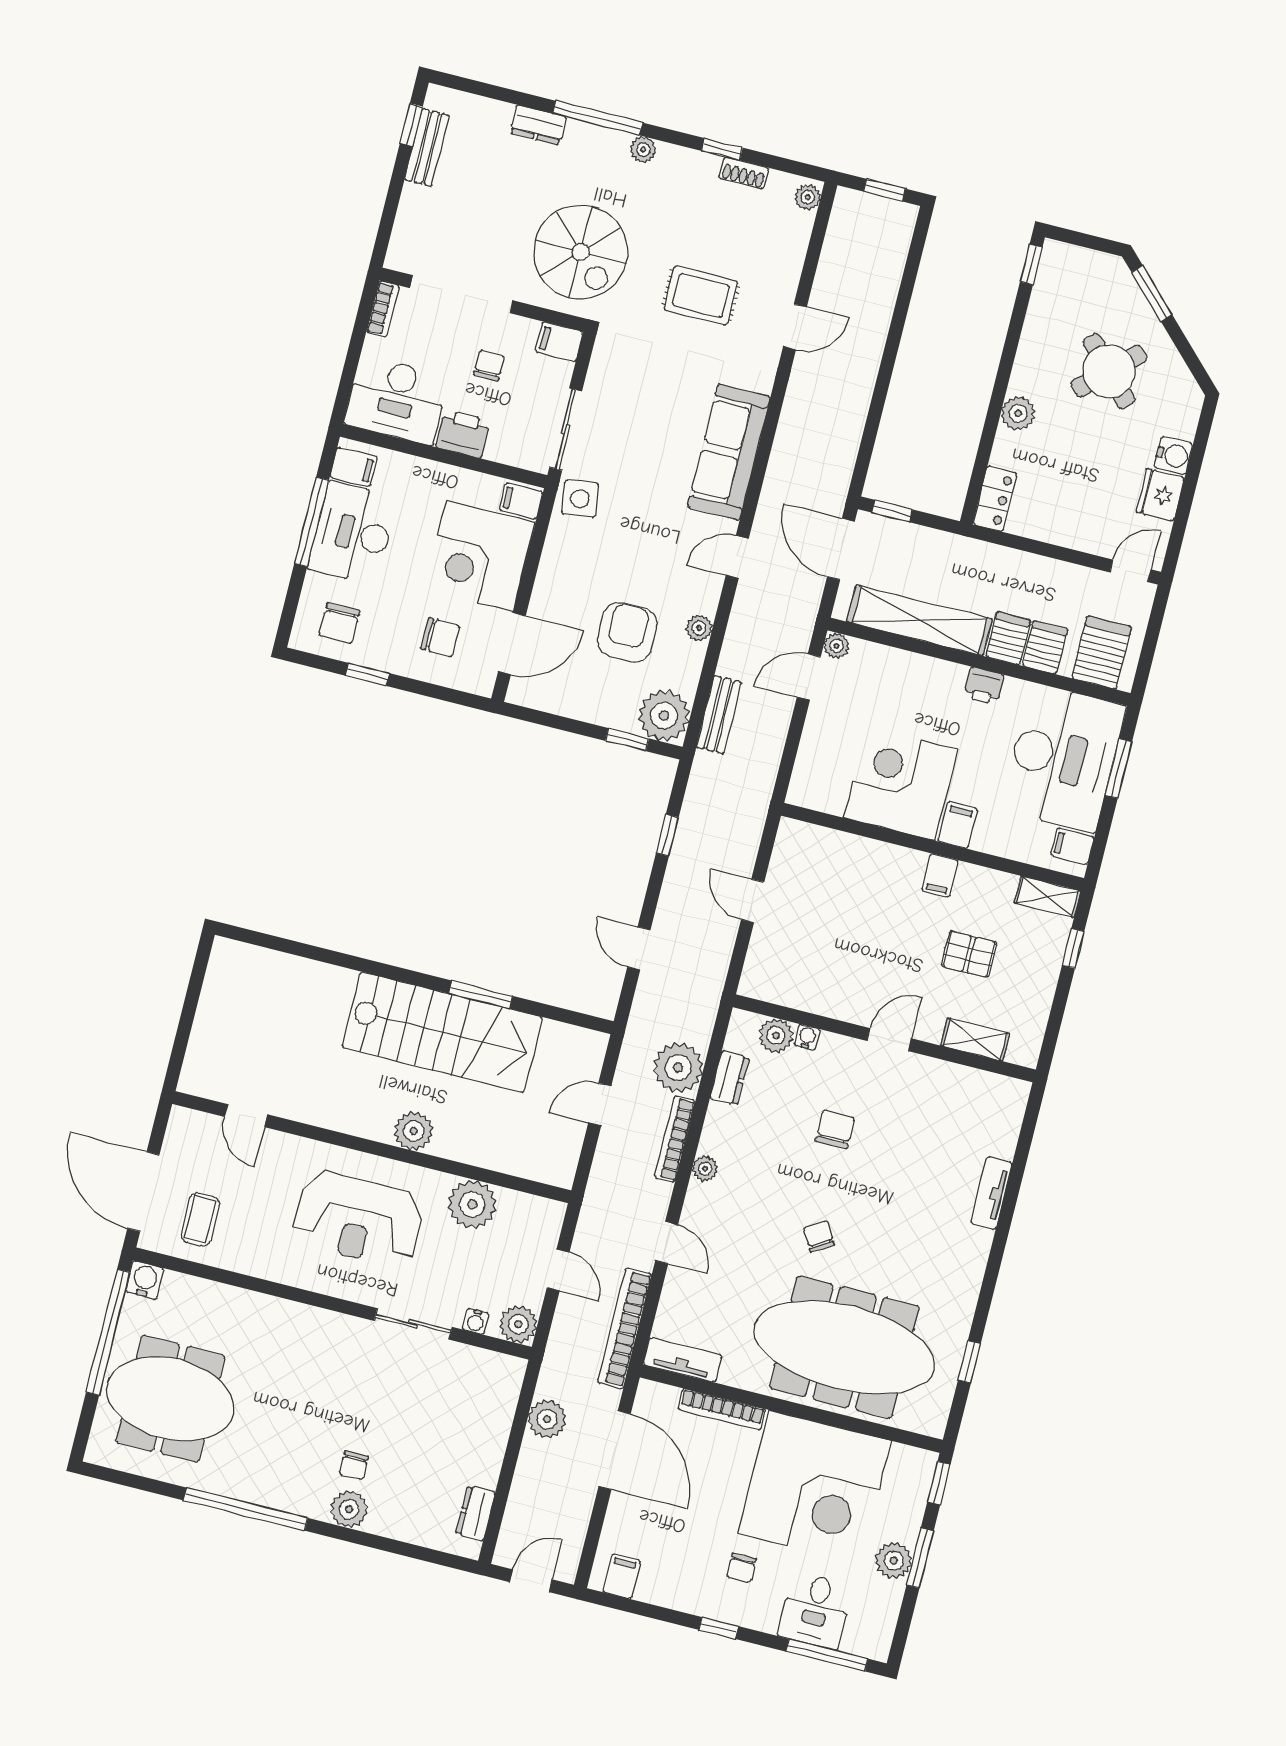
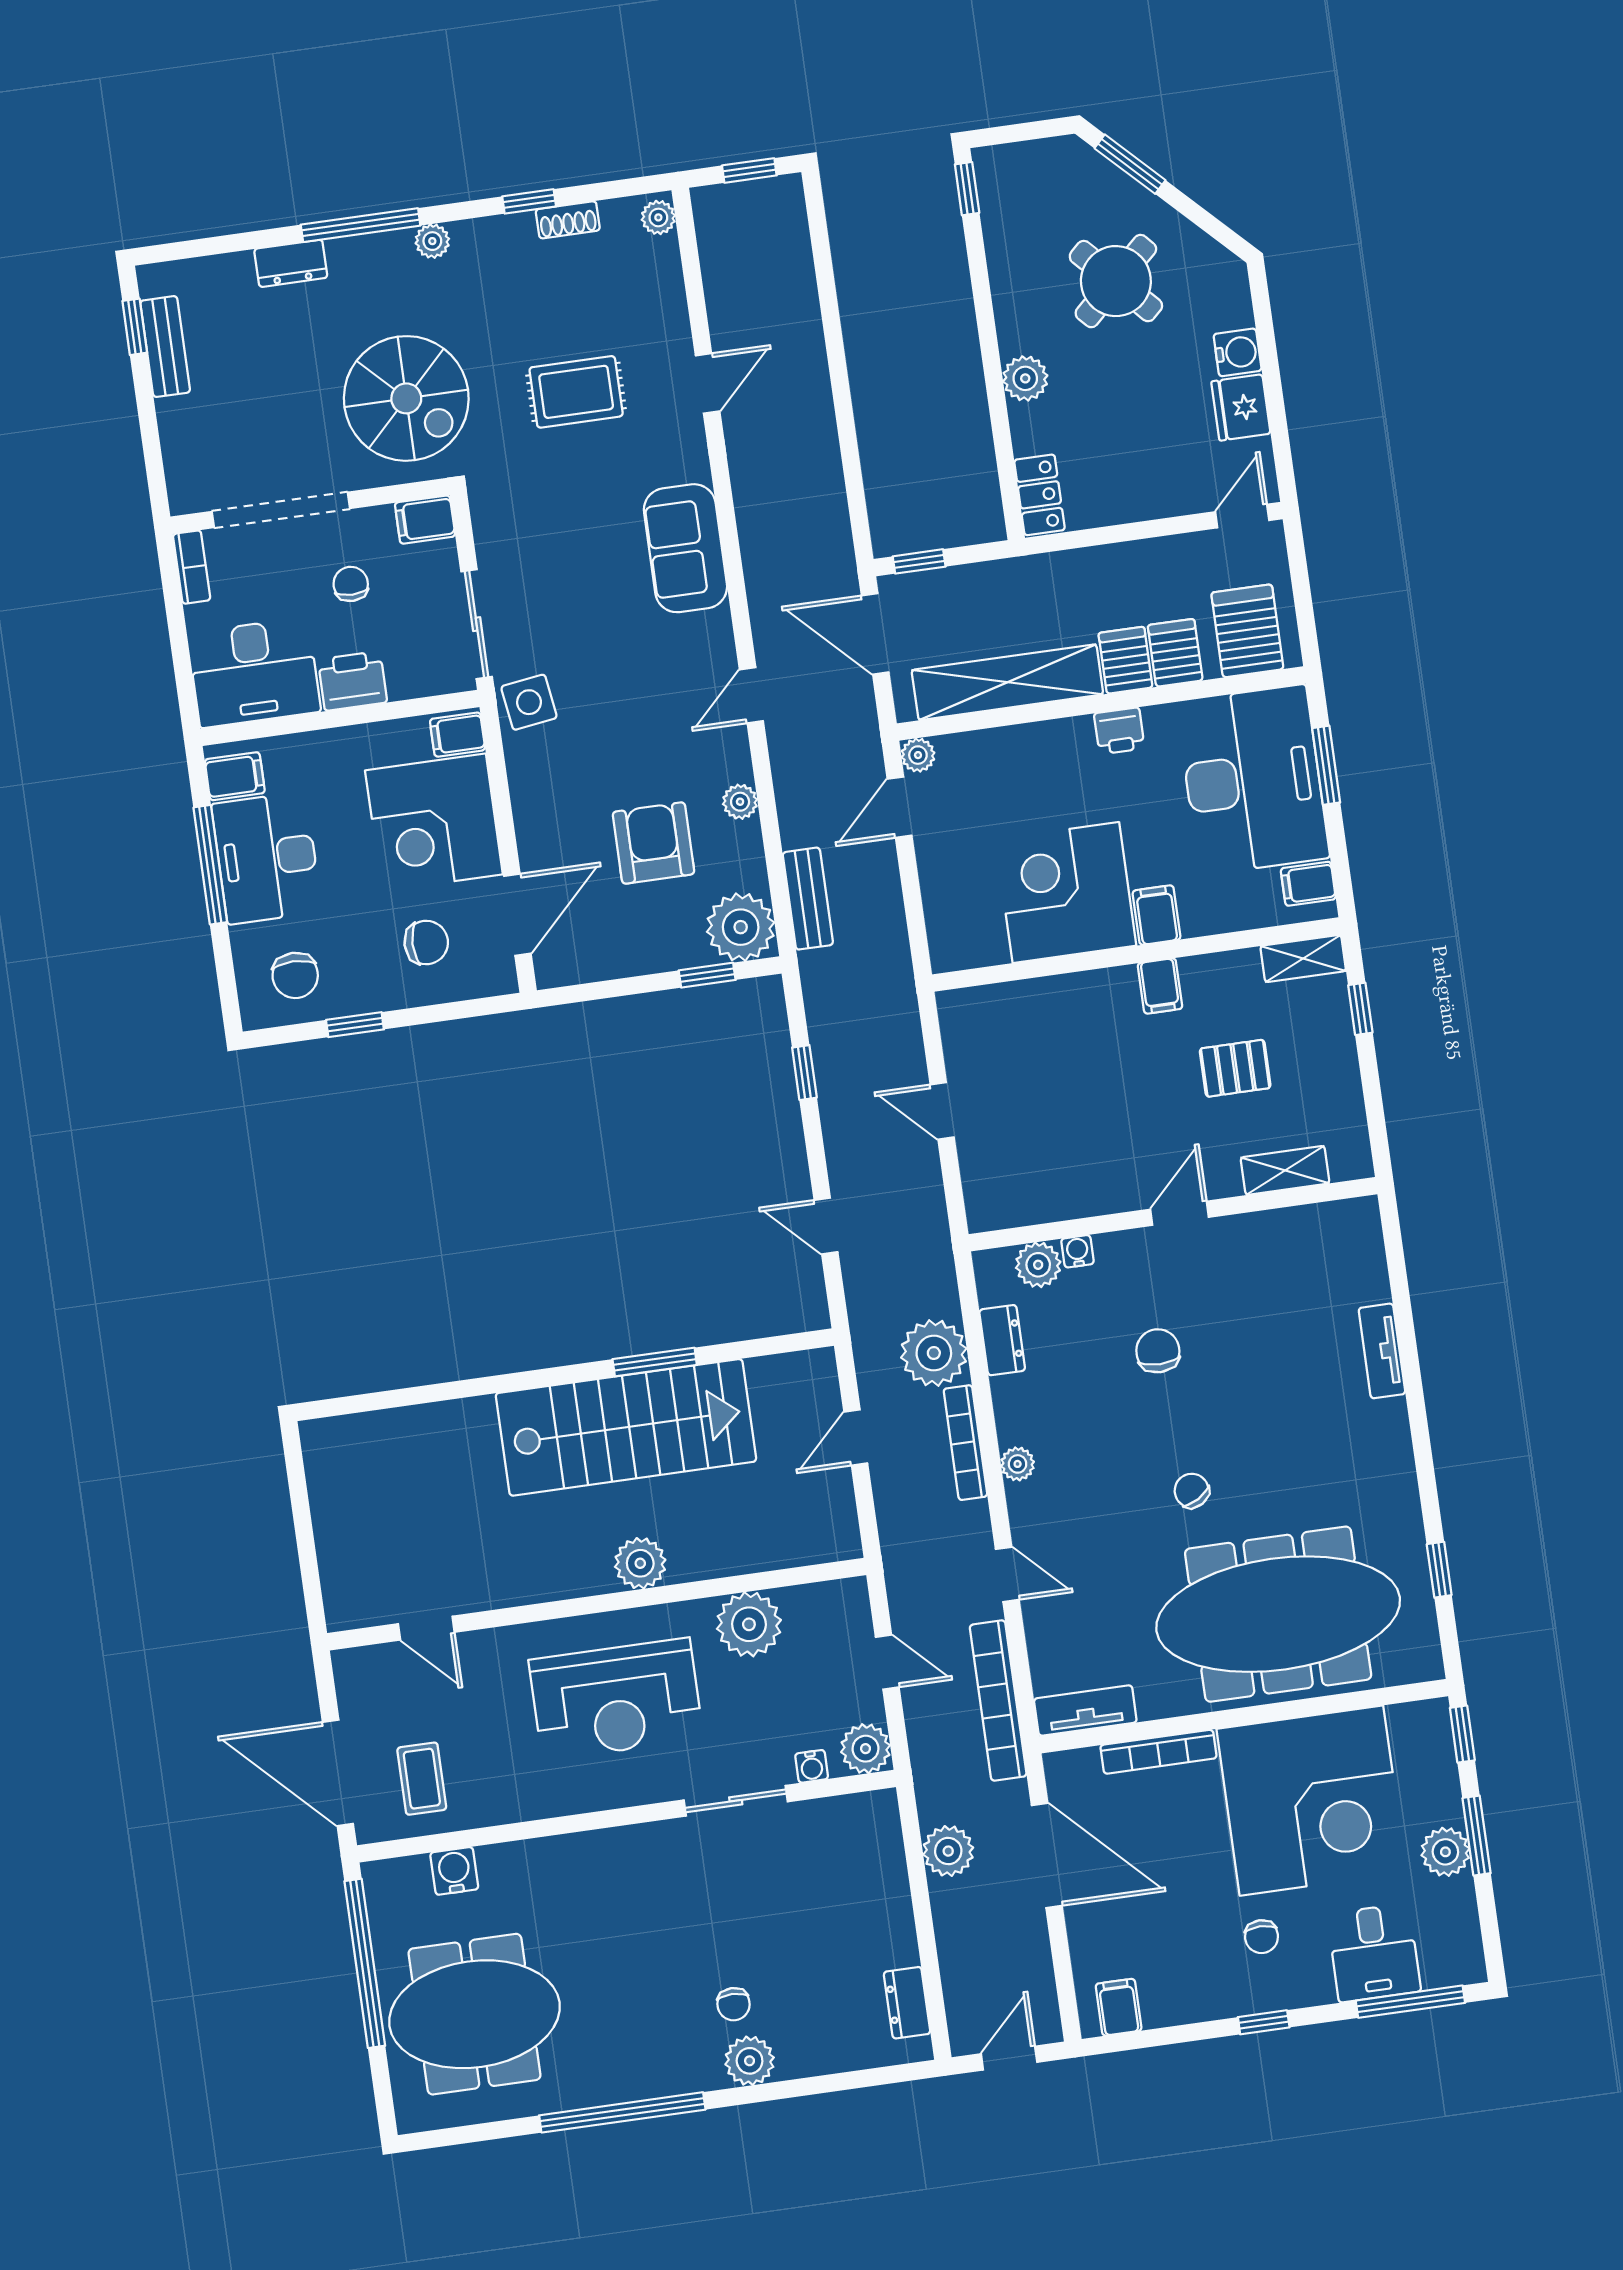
sofa: (729, 452) -> (685, 548), width x0.73
water cooler: (145, 1280) -> (454, 1871), moved

